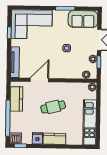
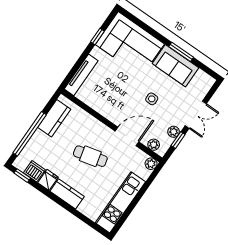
sofa: (83, 19) -> (175, 66), moved
door: (39, 80) -> (127, 136), moved
dishwasher: (15, 138) -> (34, 171), moved

